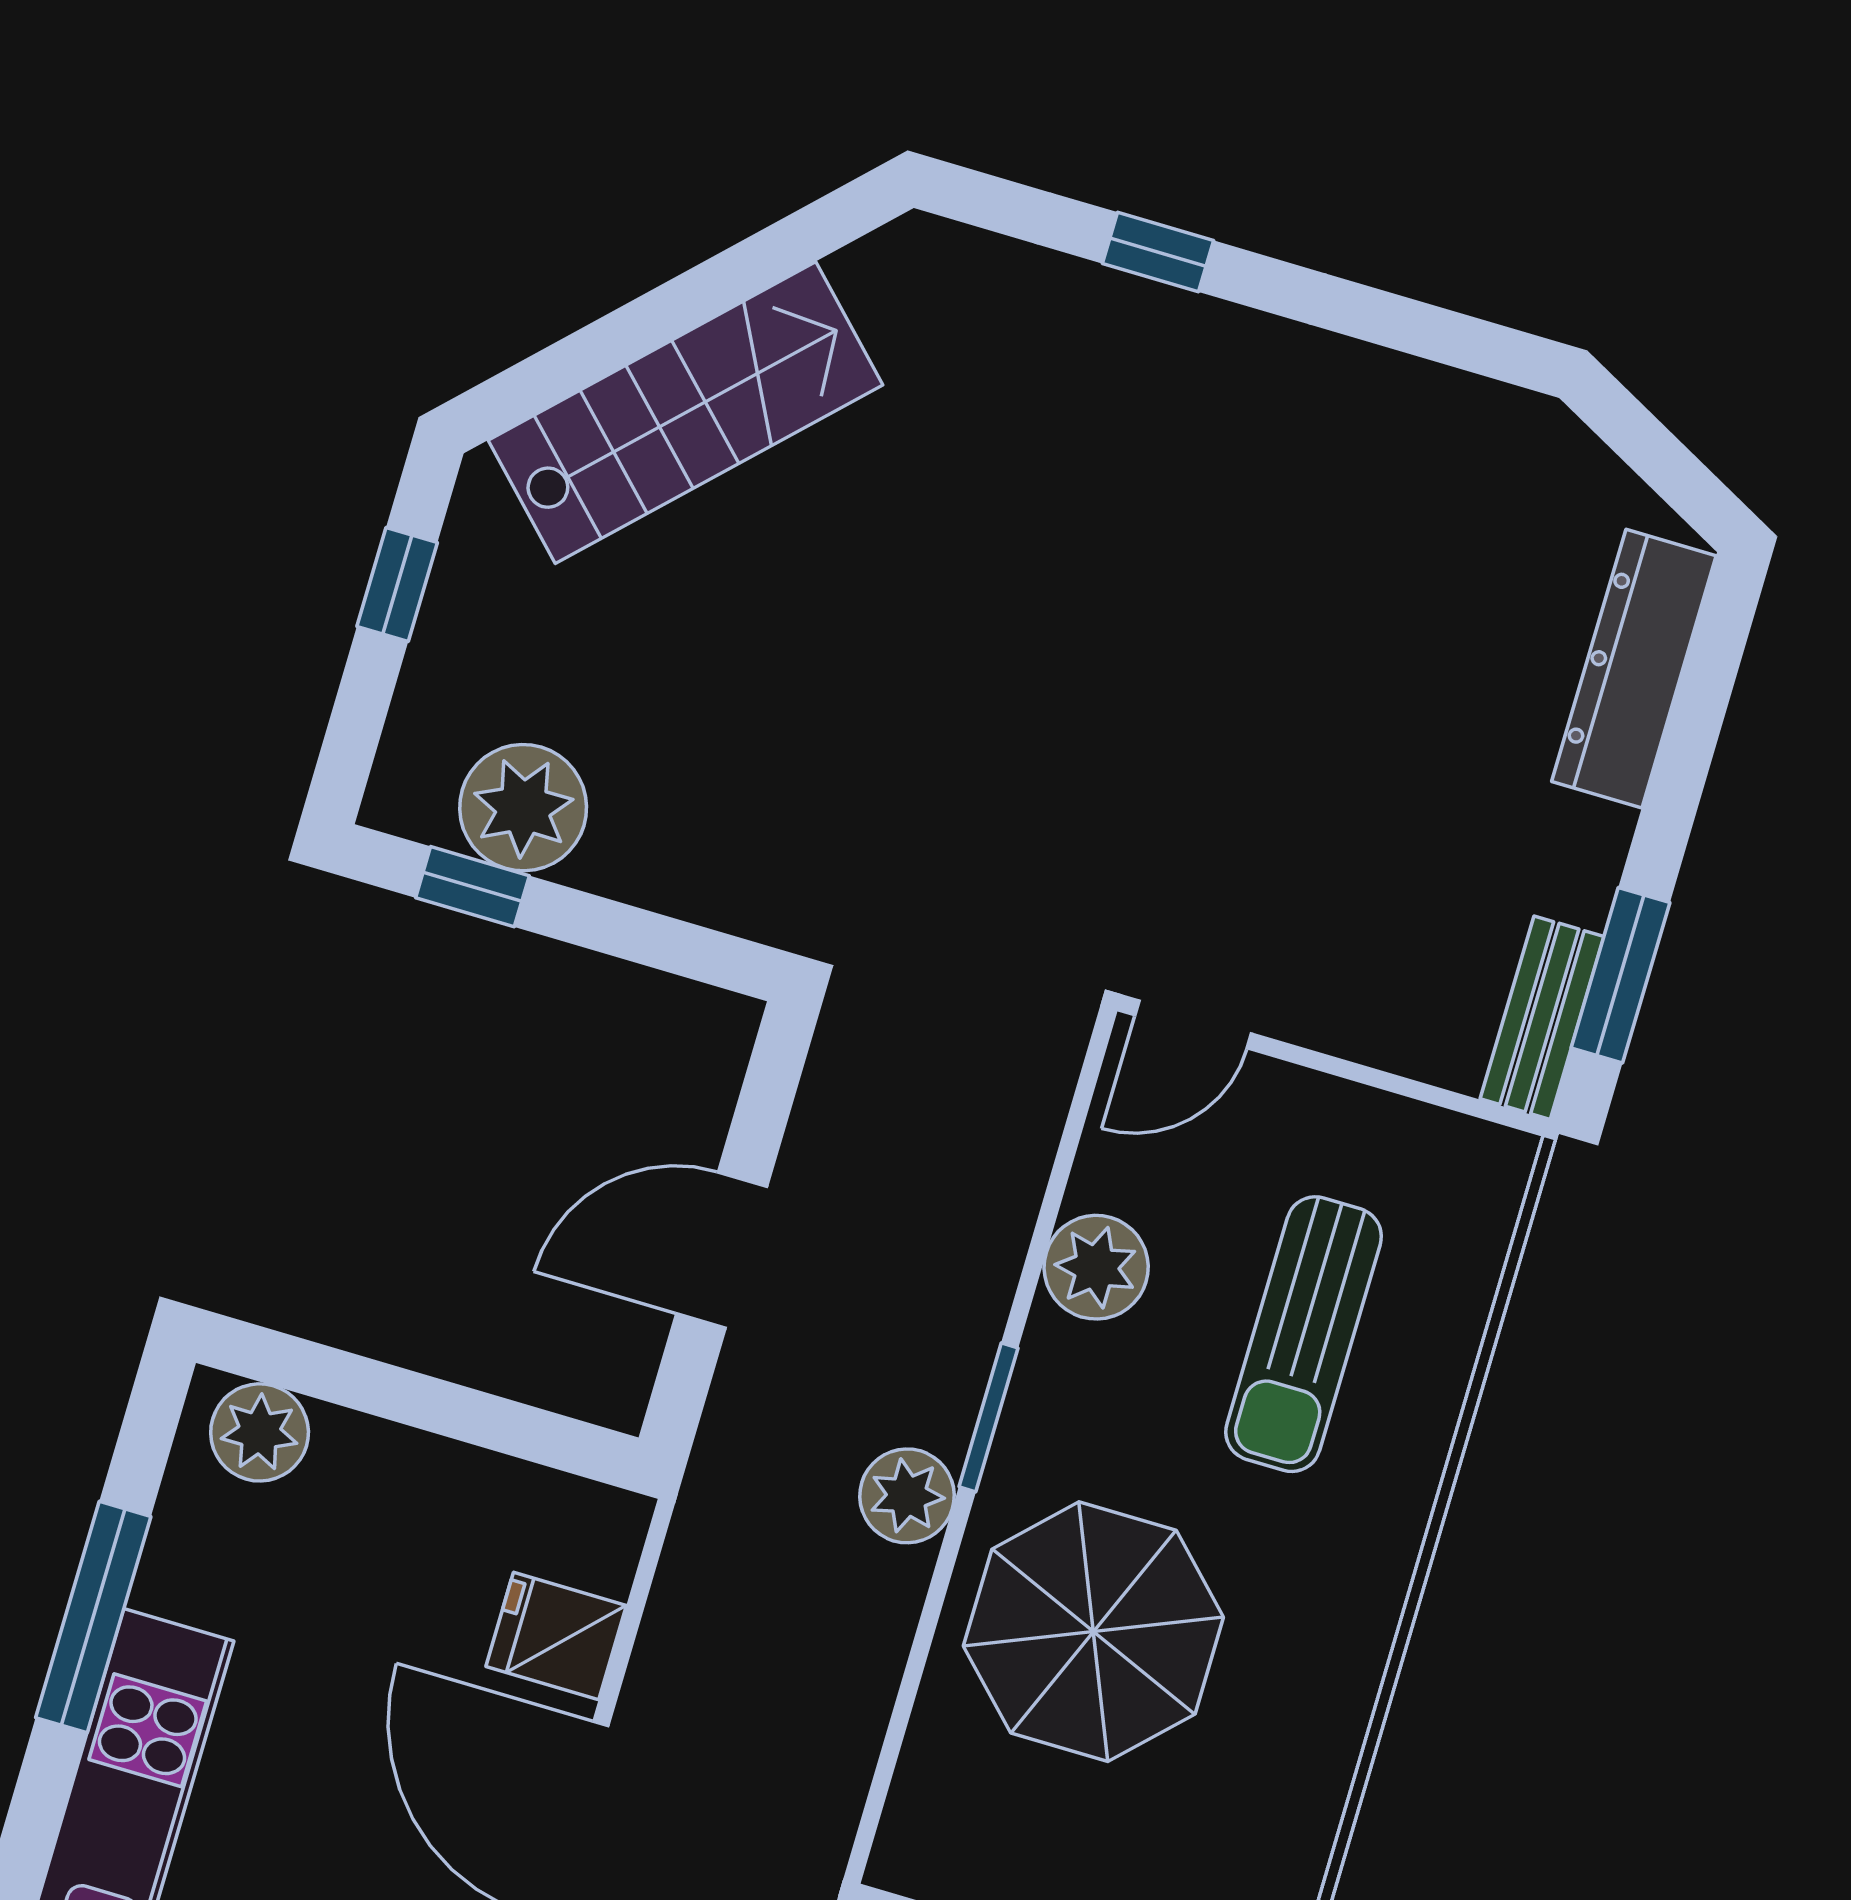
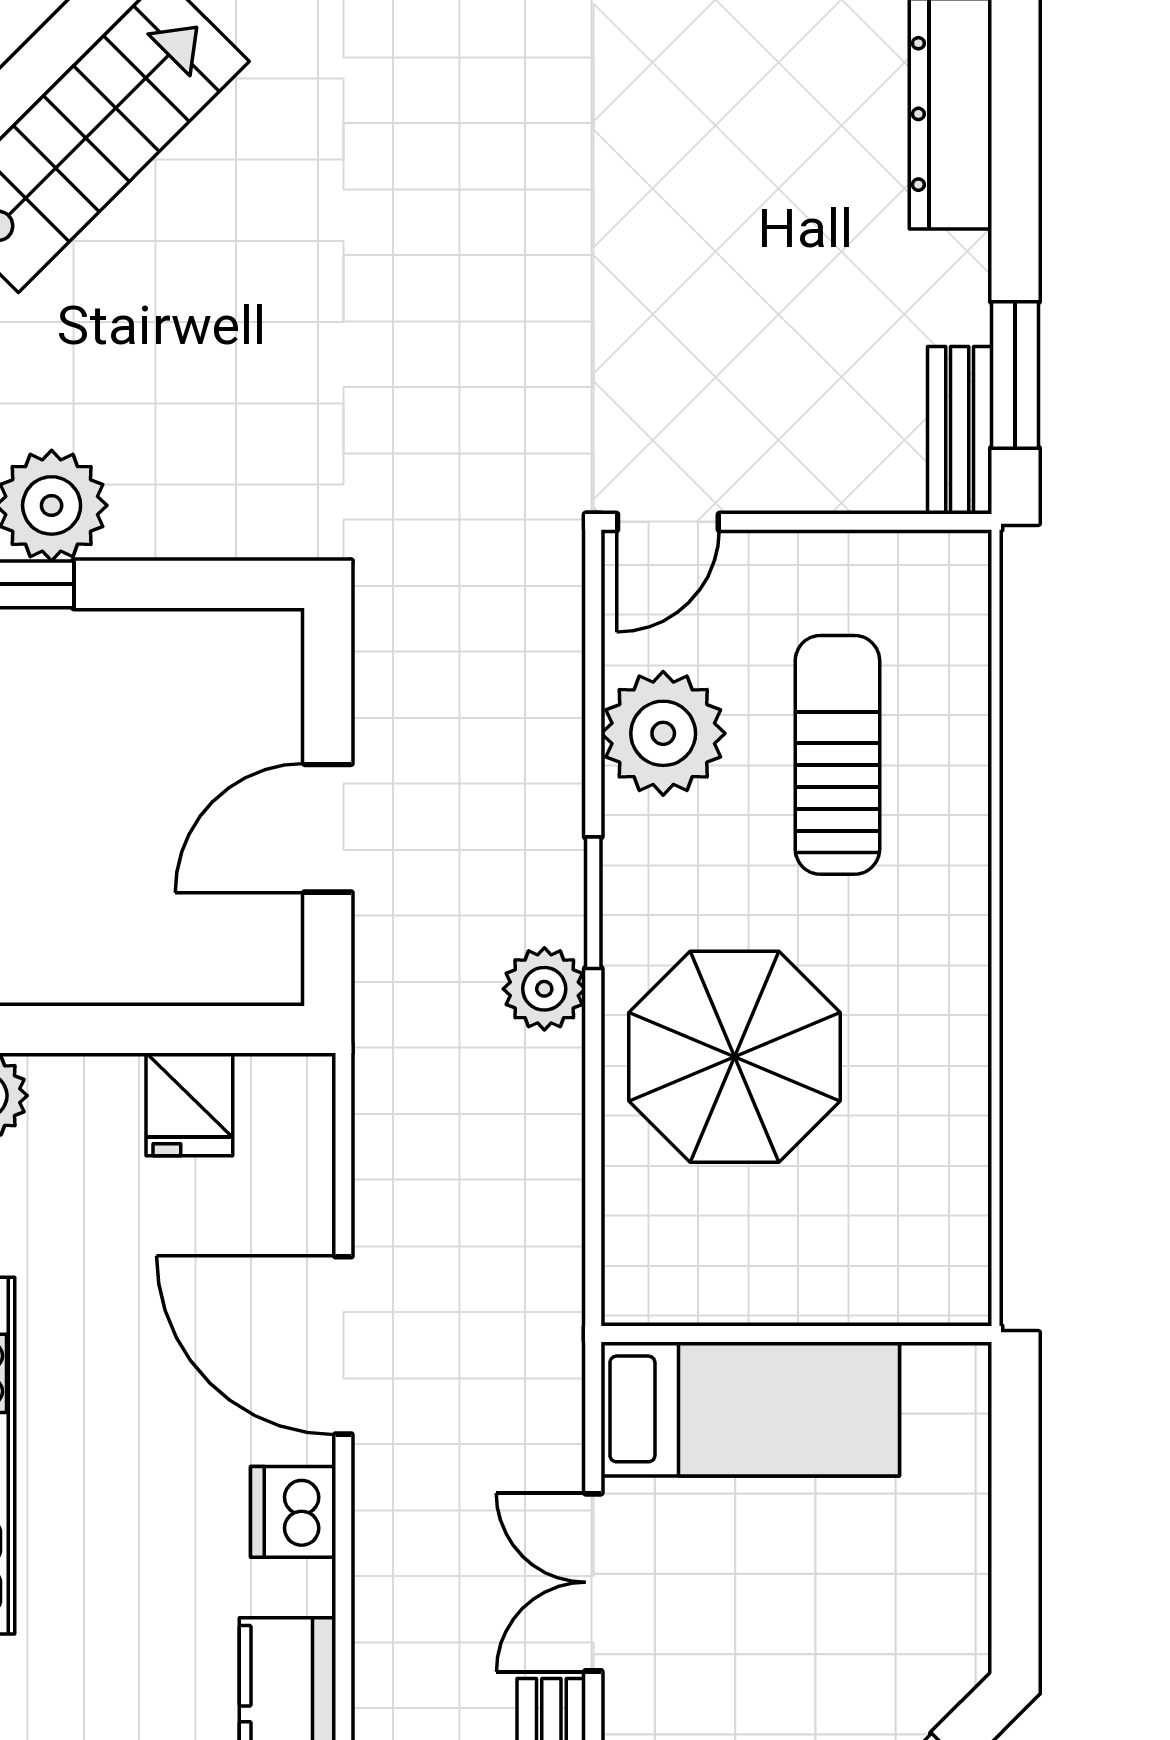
plant: (1096, 1267) -> (663, 733), width x1.36, depth x1.36
sun lounger: (1304, 1334) -> (837, 755), turned 180
fridge: (556, 1636) -> (189, 1104), moved, turned -90

